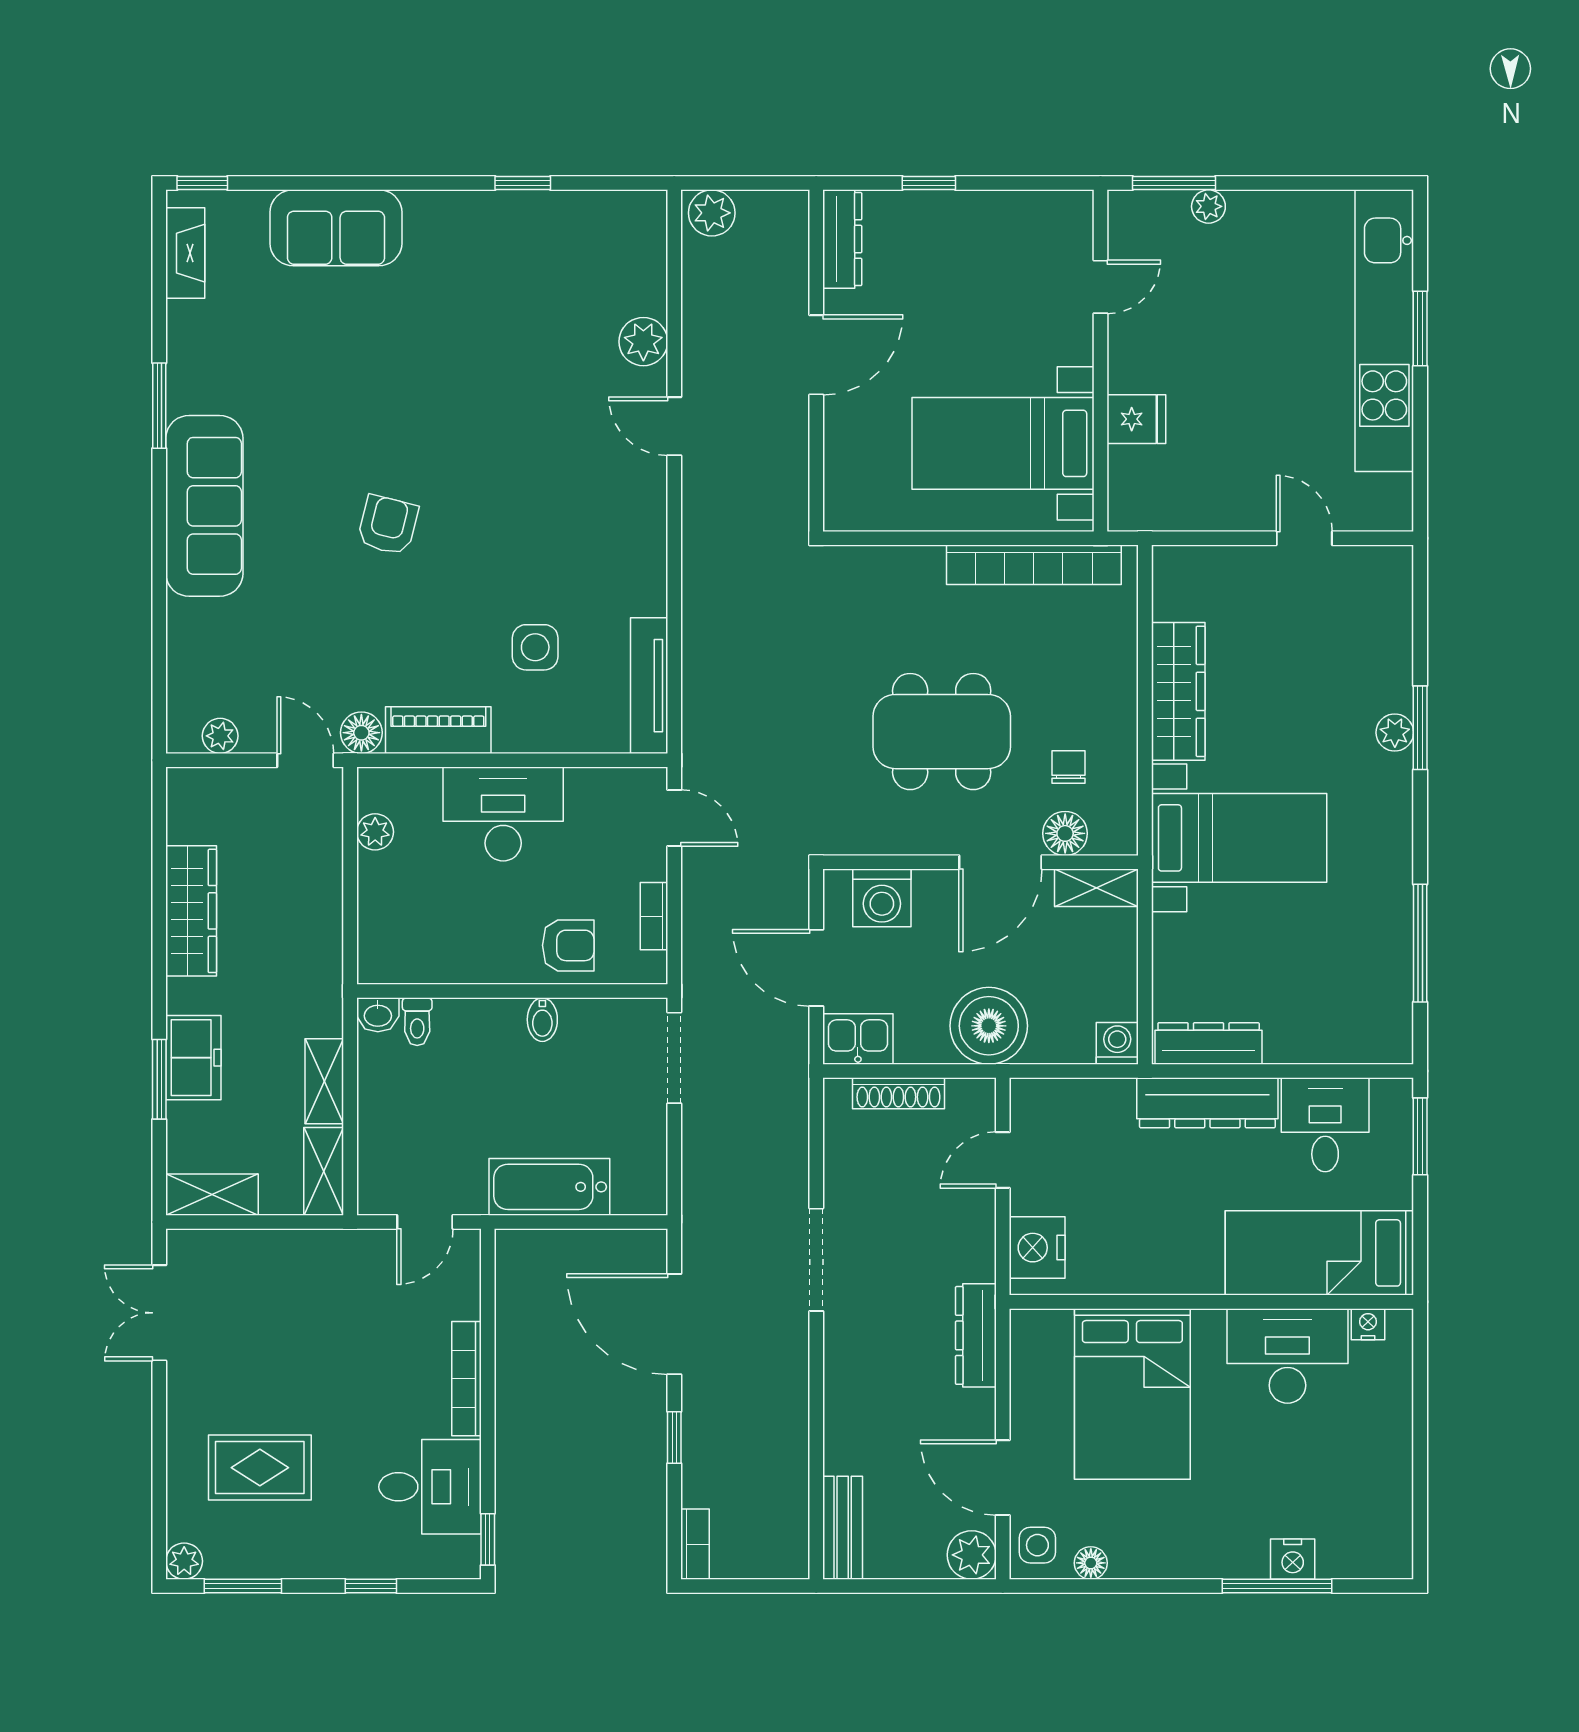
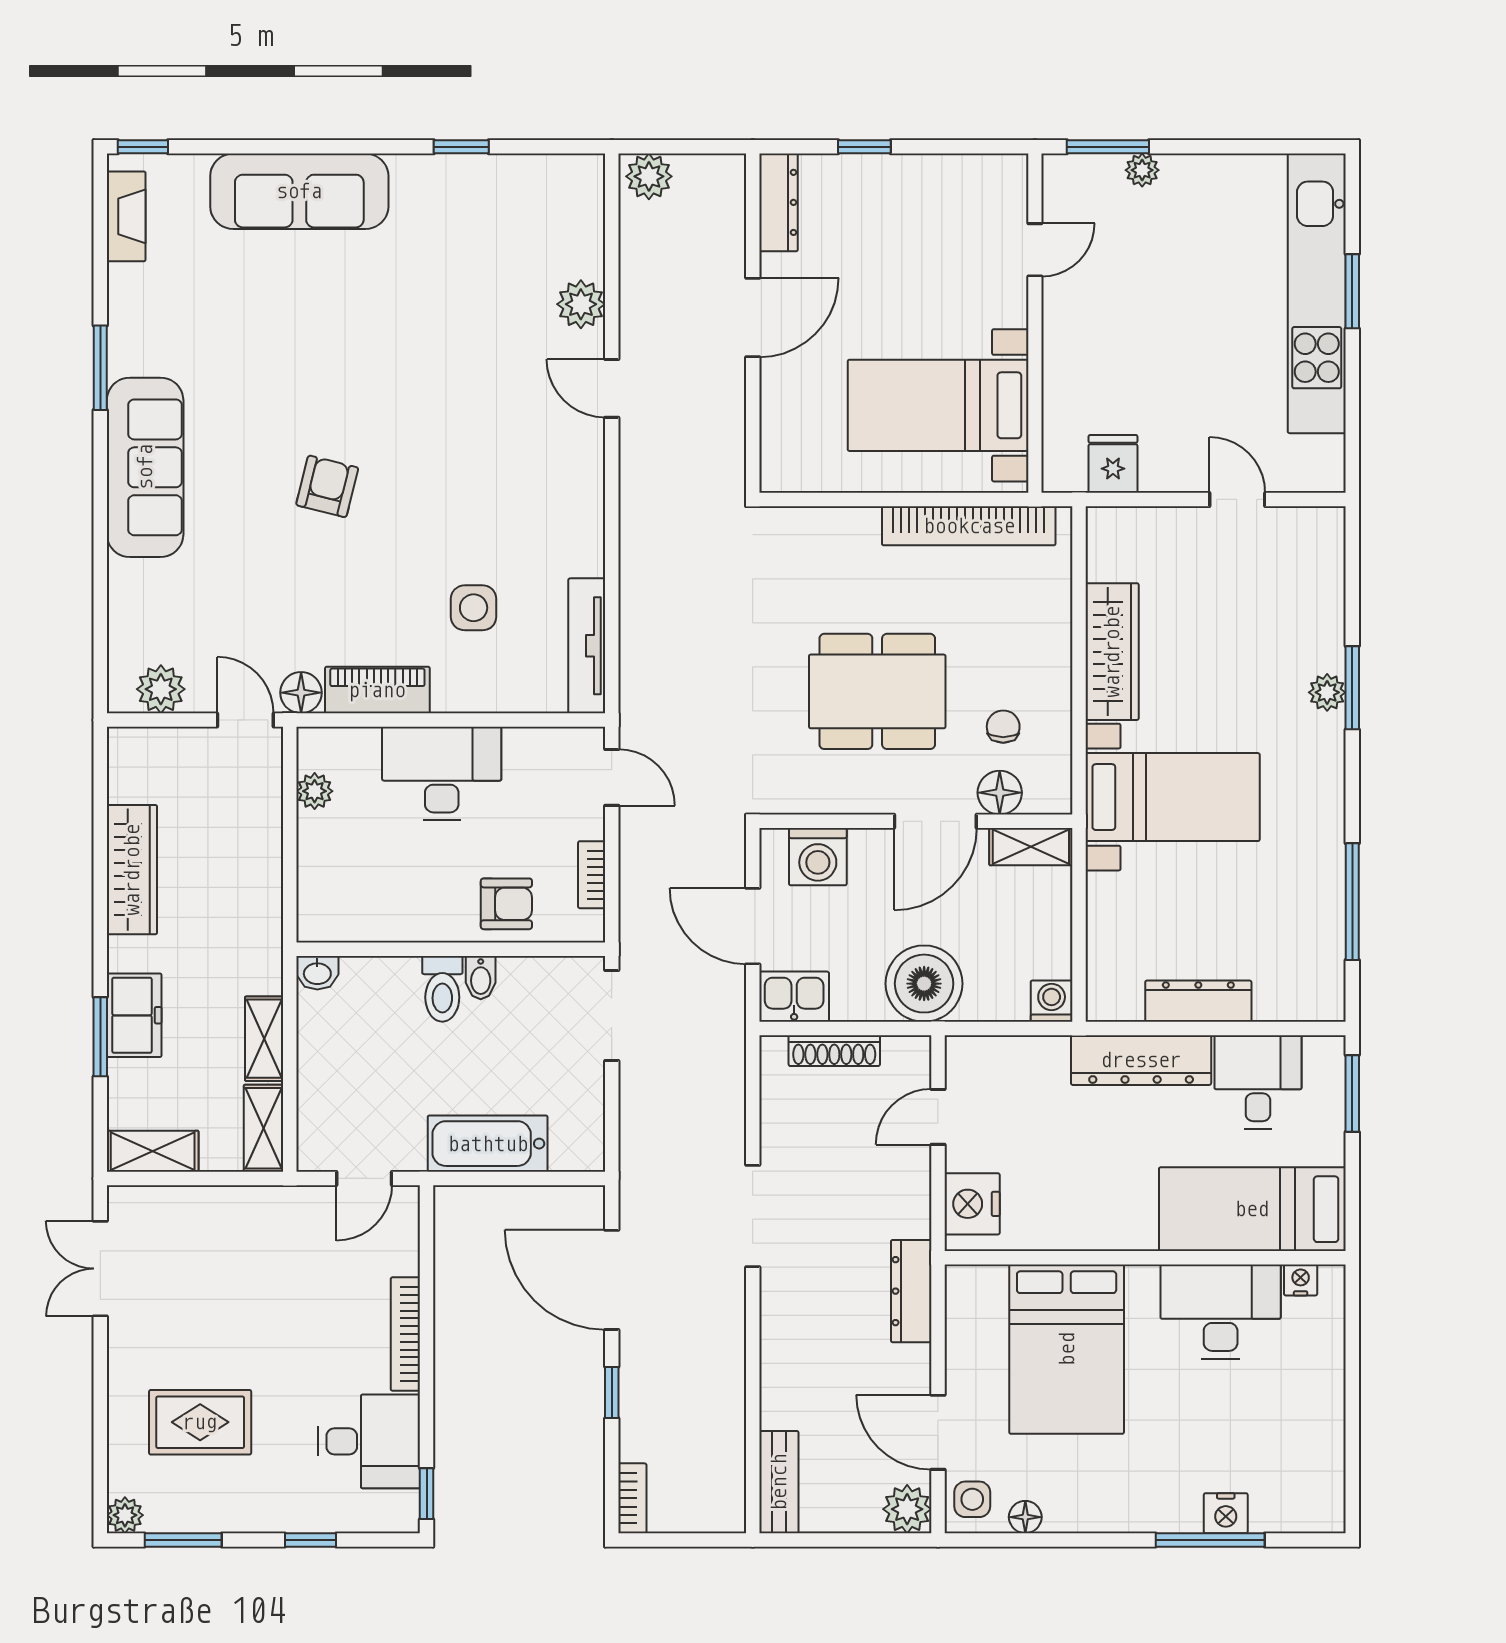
sofa: (336, 228) -> (299, 191), width x1.36
fridge: (1136, 419) -> (1113, 464), moved, turned -90
plant: (220, 736) -> (161, 689), width x1.38, depth x1.38
toilet: (417, 1022) -> (442, 989), moved, width x1.37, depth x1.39
dresser: (1209, 1043) -> (1198, 1001), moved

